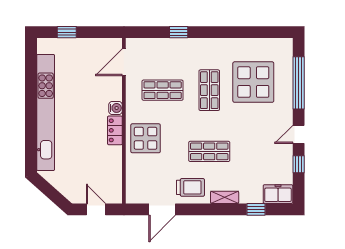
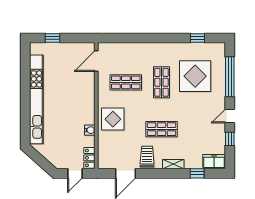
window: (179, 32) -> (198, 38), moved
water cooler: (115, 108) -> (90, 130), moved
locker: (115, 130) -> (89, 158), moved
trolley: (190, 187) -> (147, 157), turned -90
door: (96, 209) -> (75, 173), swing flipped

